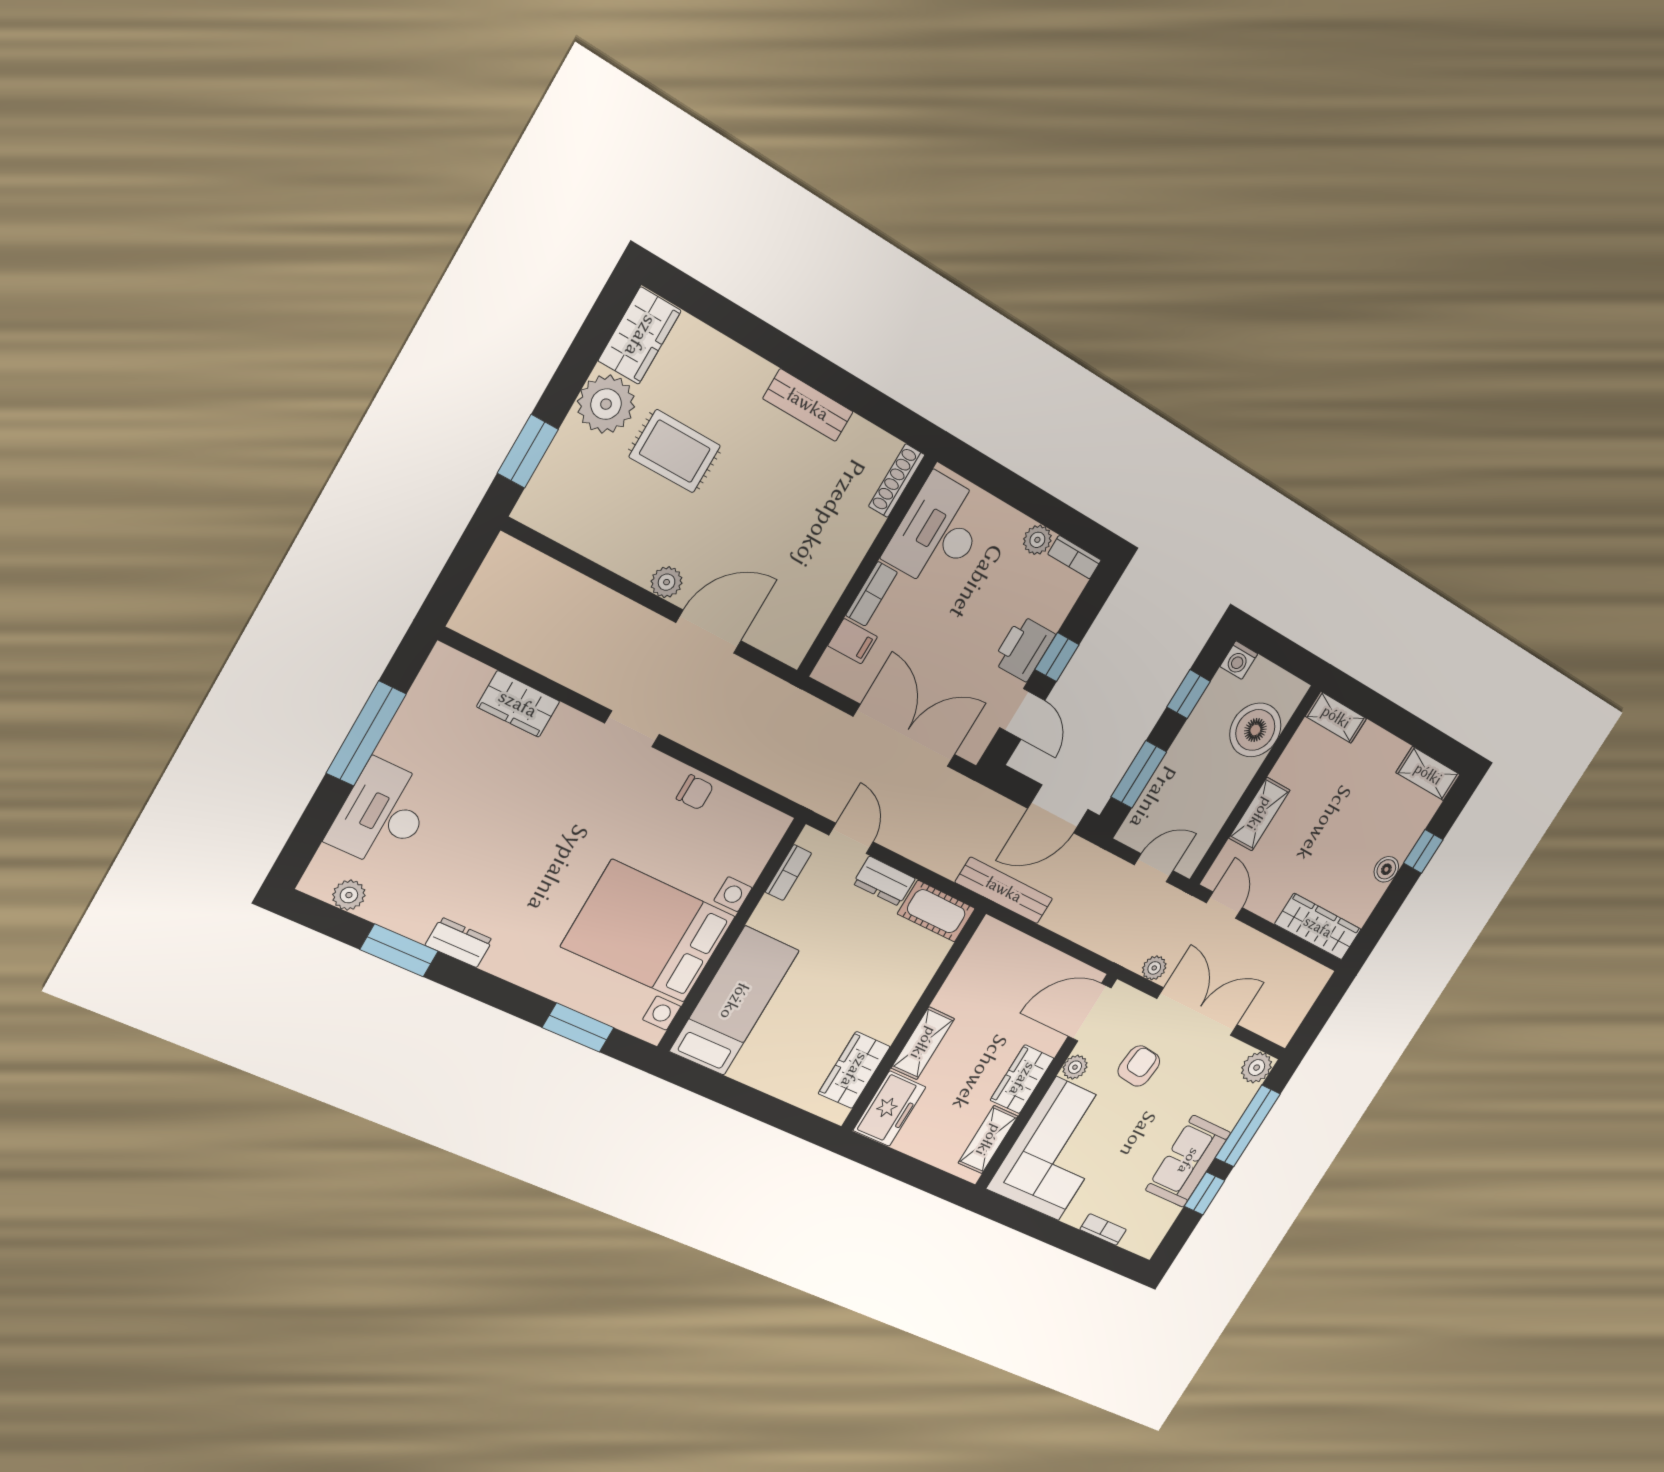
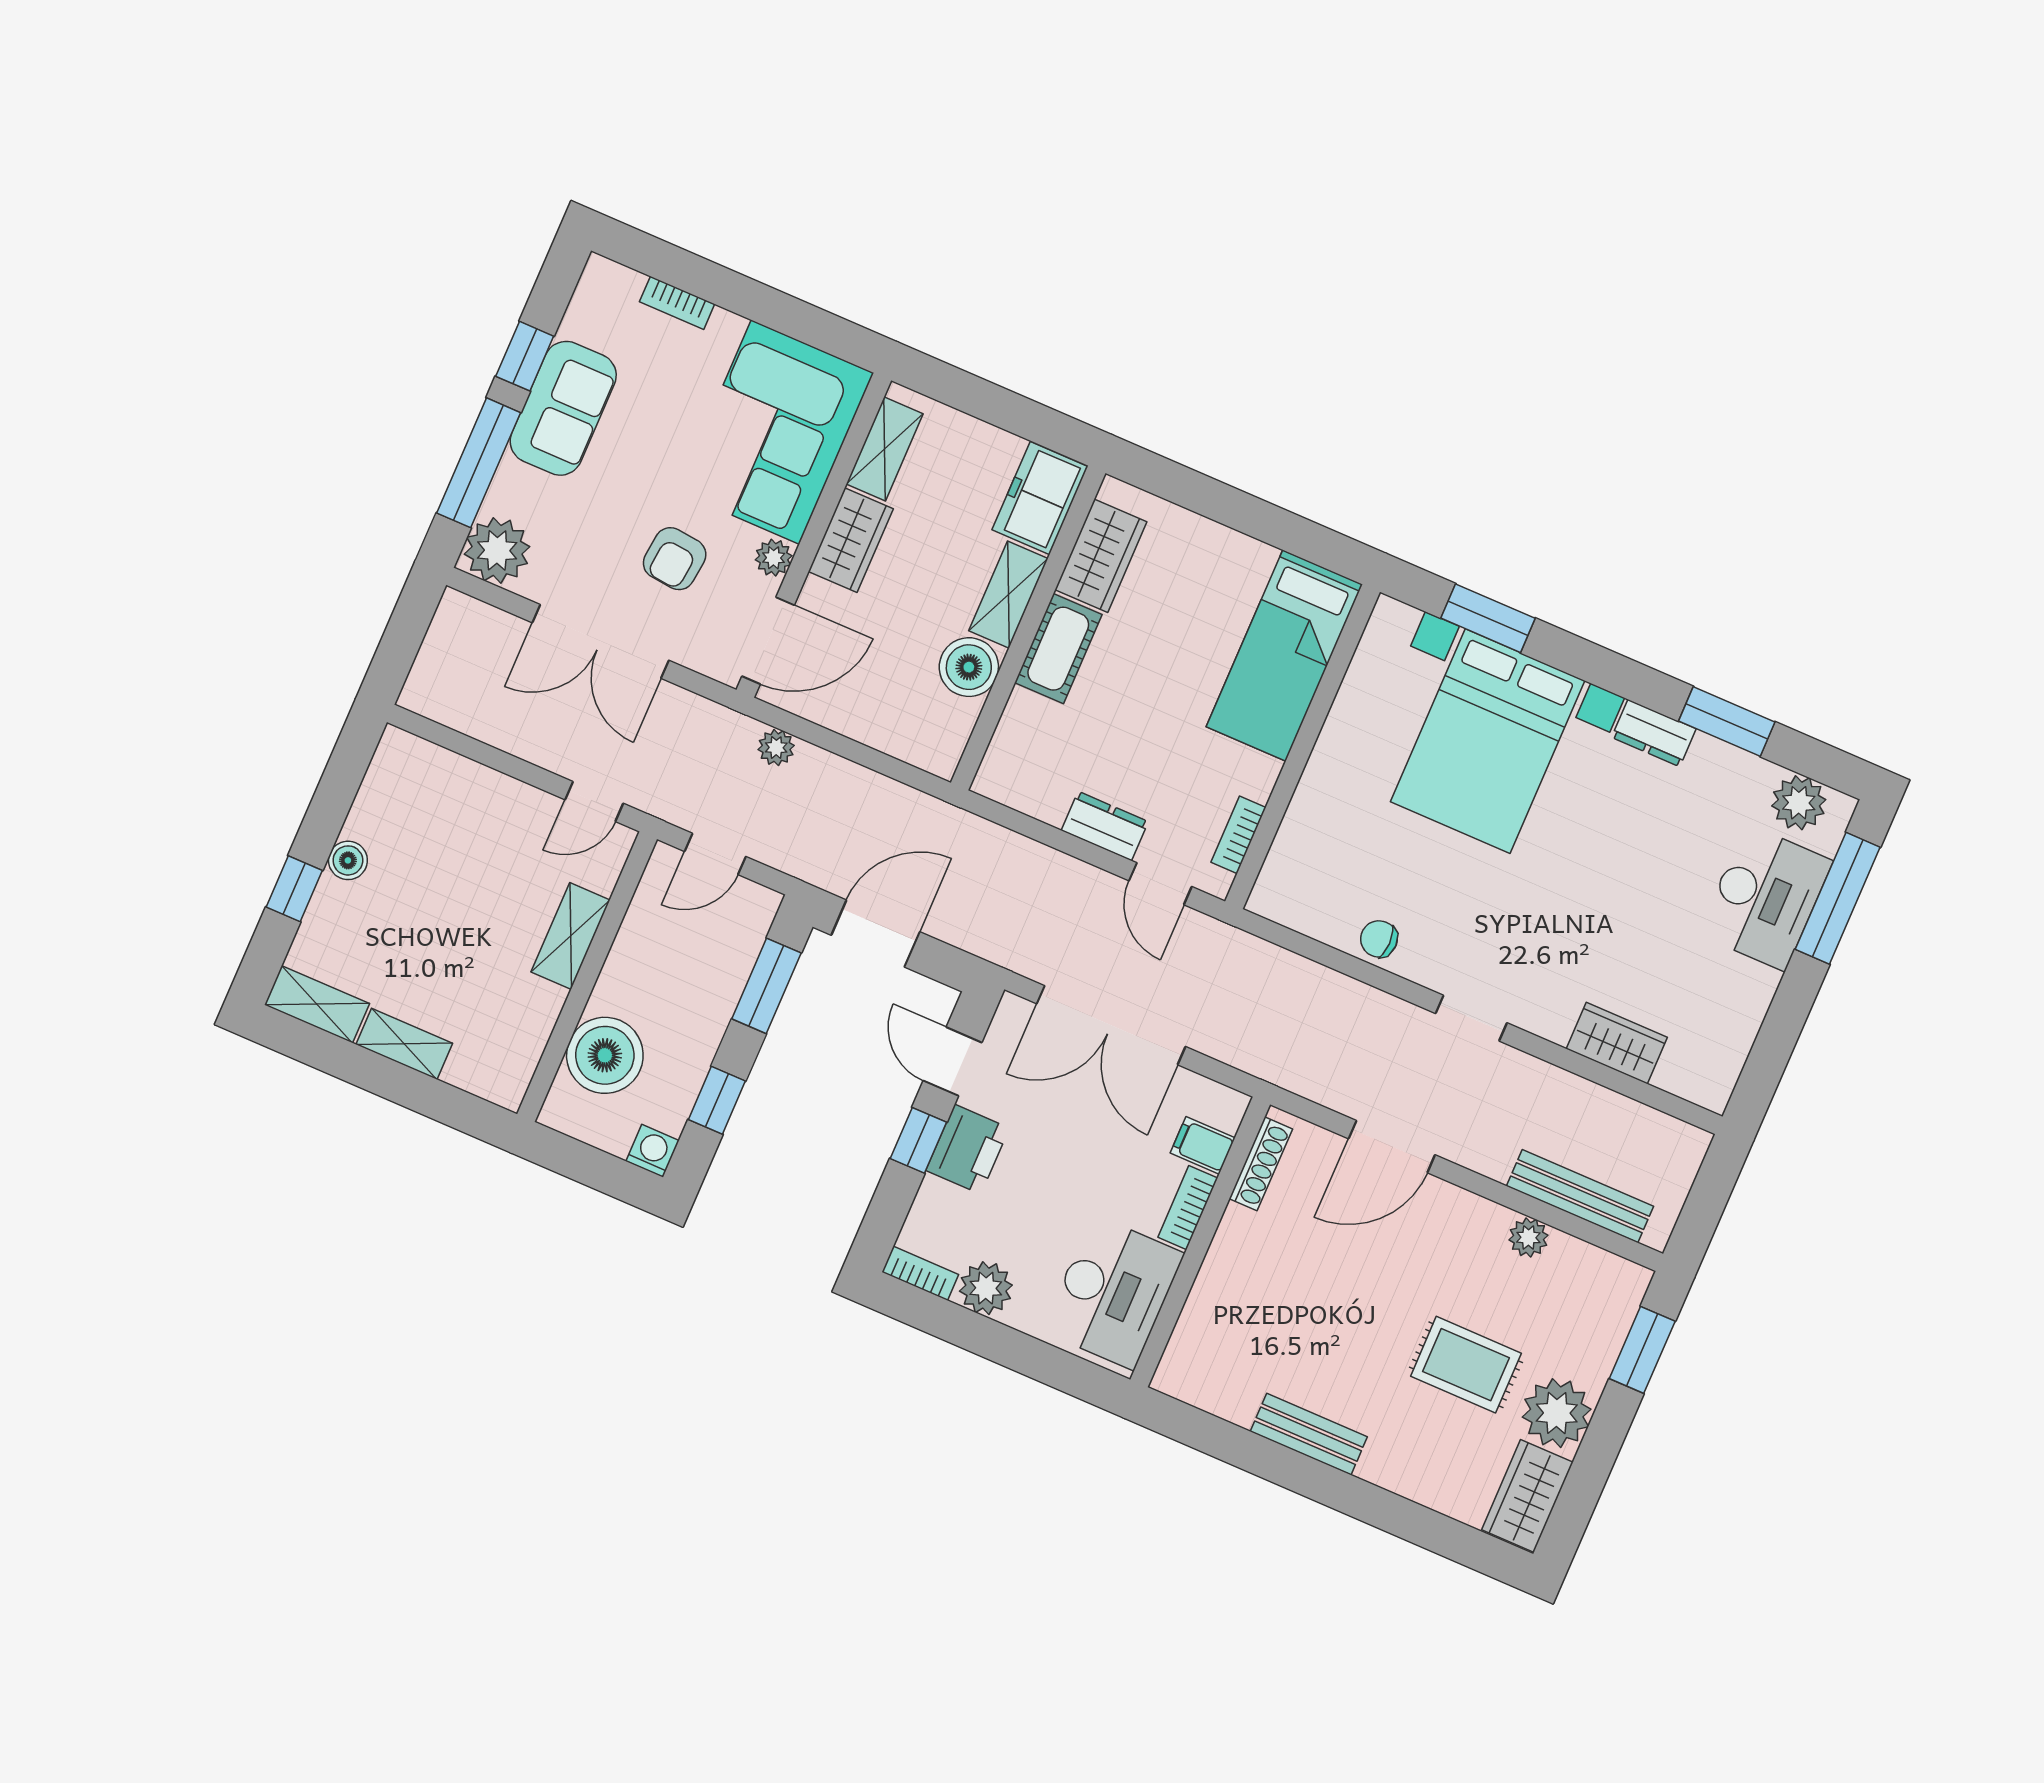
shoe rack: (897, 481) -> (1261, 1164), moved
plant: (1037, 540) -> (986, 1288), width x1.38, depth x1.38
plant: (667, 582) -> (1528, 1237), moved
shelving: (1336, 717) -> (404, 1044), moved
window: (366, 734) -> (1838, 898), moved
bench: (1004, 890) -> (1580, 1196), moved
plant: (349, 895) -> (1799, 803), width x1.38, depth x1.38
door: (1224, 905) -> (594, 801), hinge flipped
cot: (936, 911) -> (1058, 649), moved, turned 90
wardrobe: (1318, 927) -> (438, 772), removed
bed with nightstands: (648, 931) -> (1488, 741), moved, turned 90
plant: (1154, 968) -> (776, 748), moved
boiler: (959, 994) -> (969, 667), added
plant: (1257, 1068) -> (497, 550), width x1.36, depth x1.36

